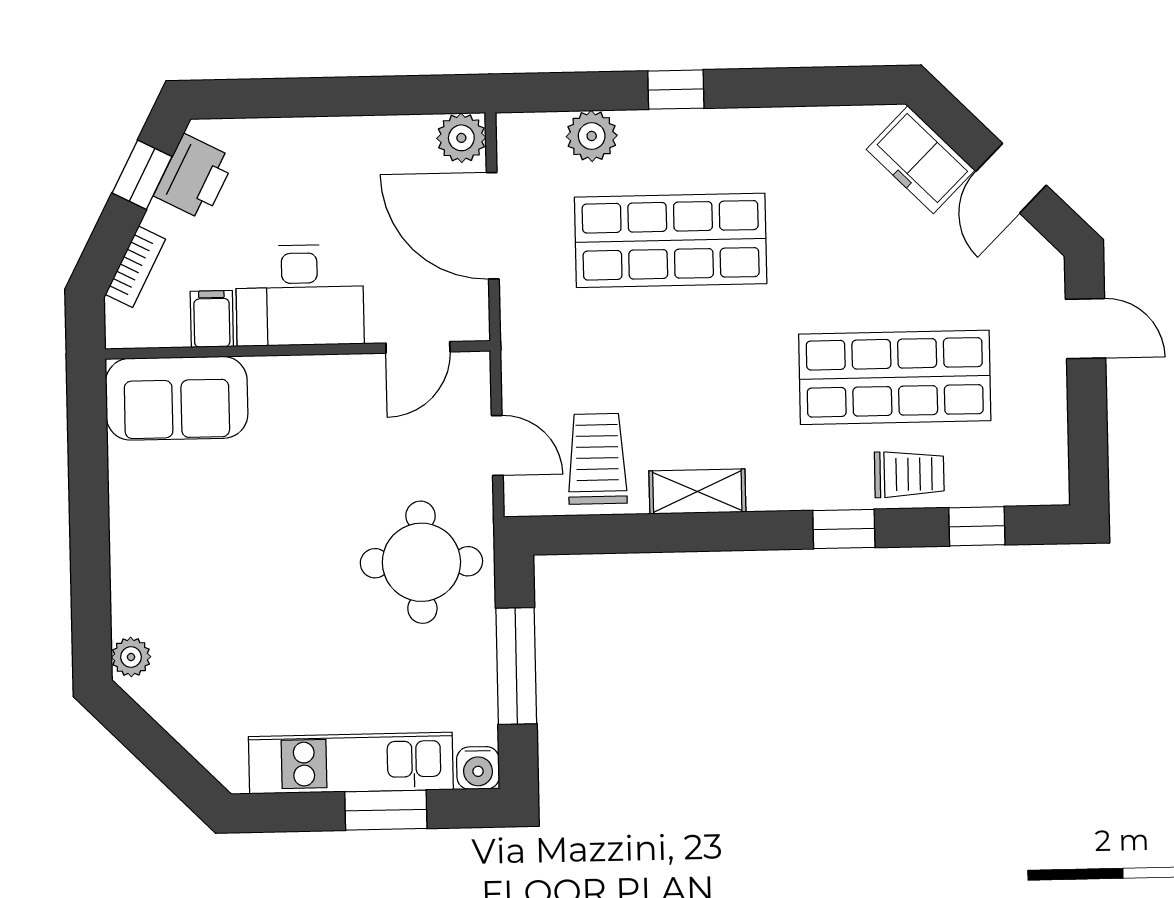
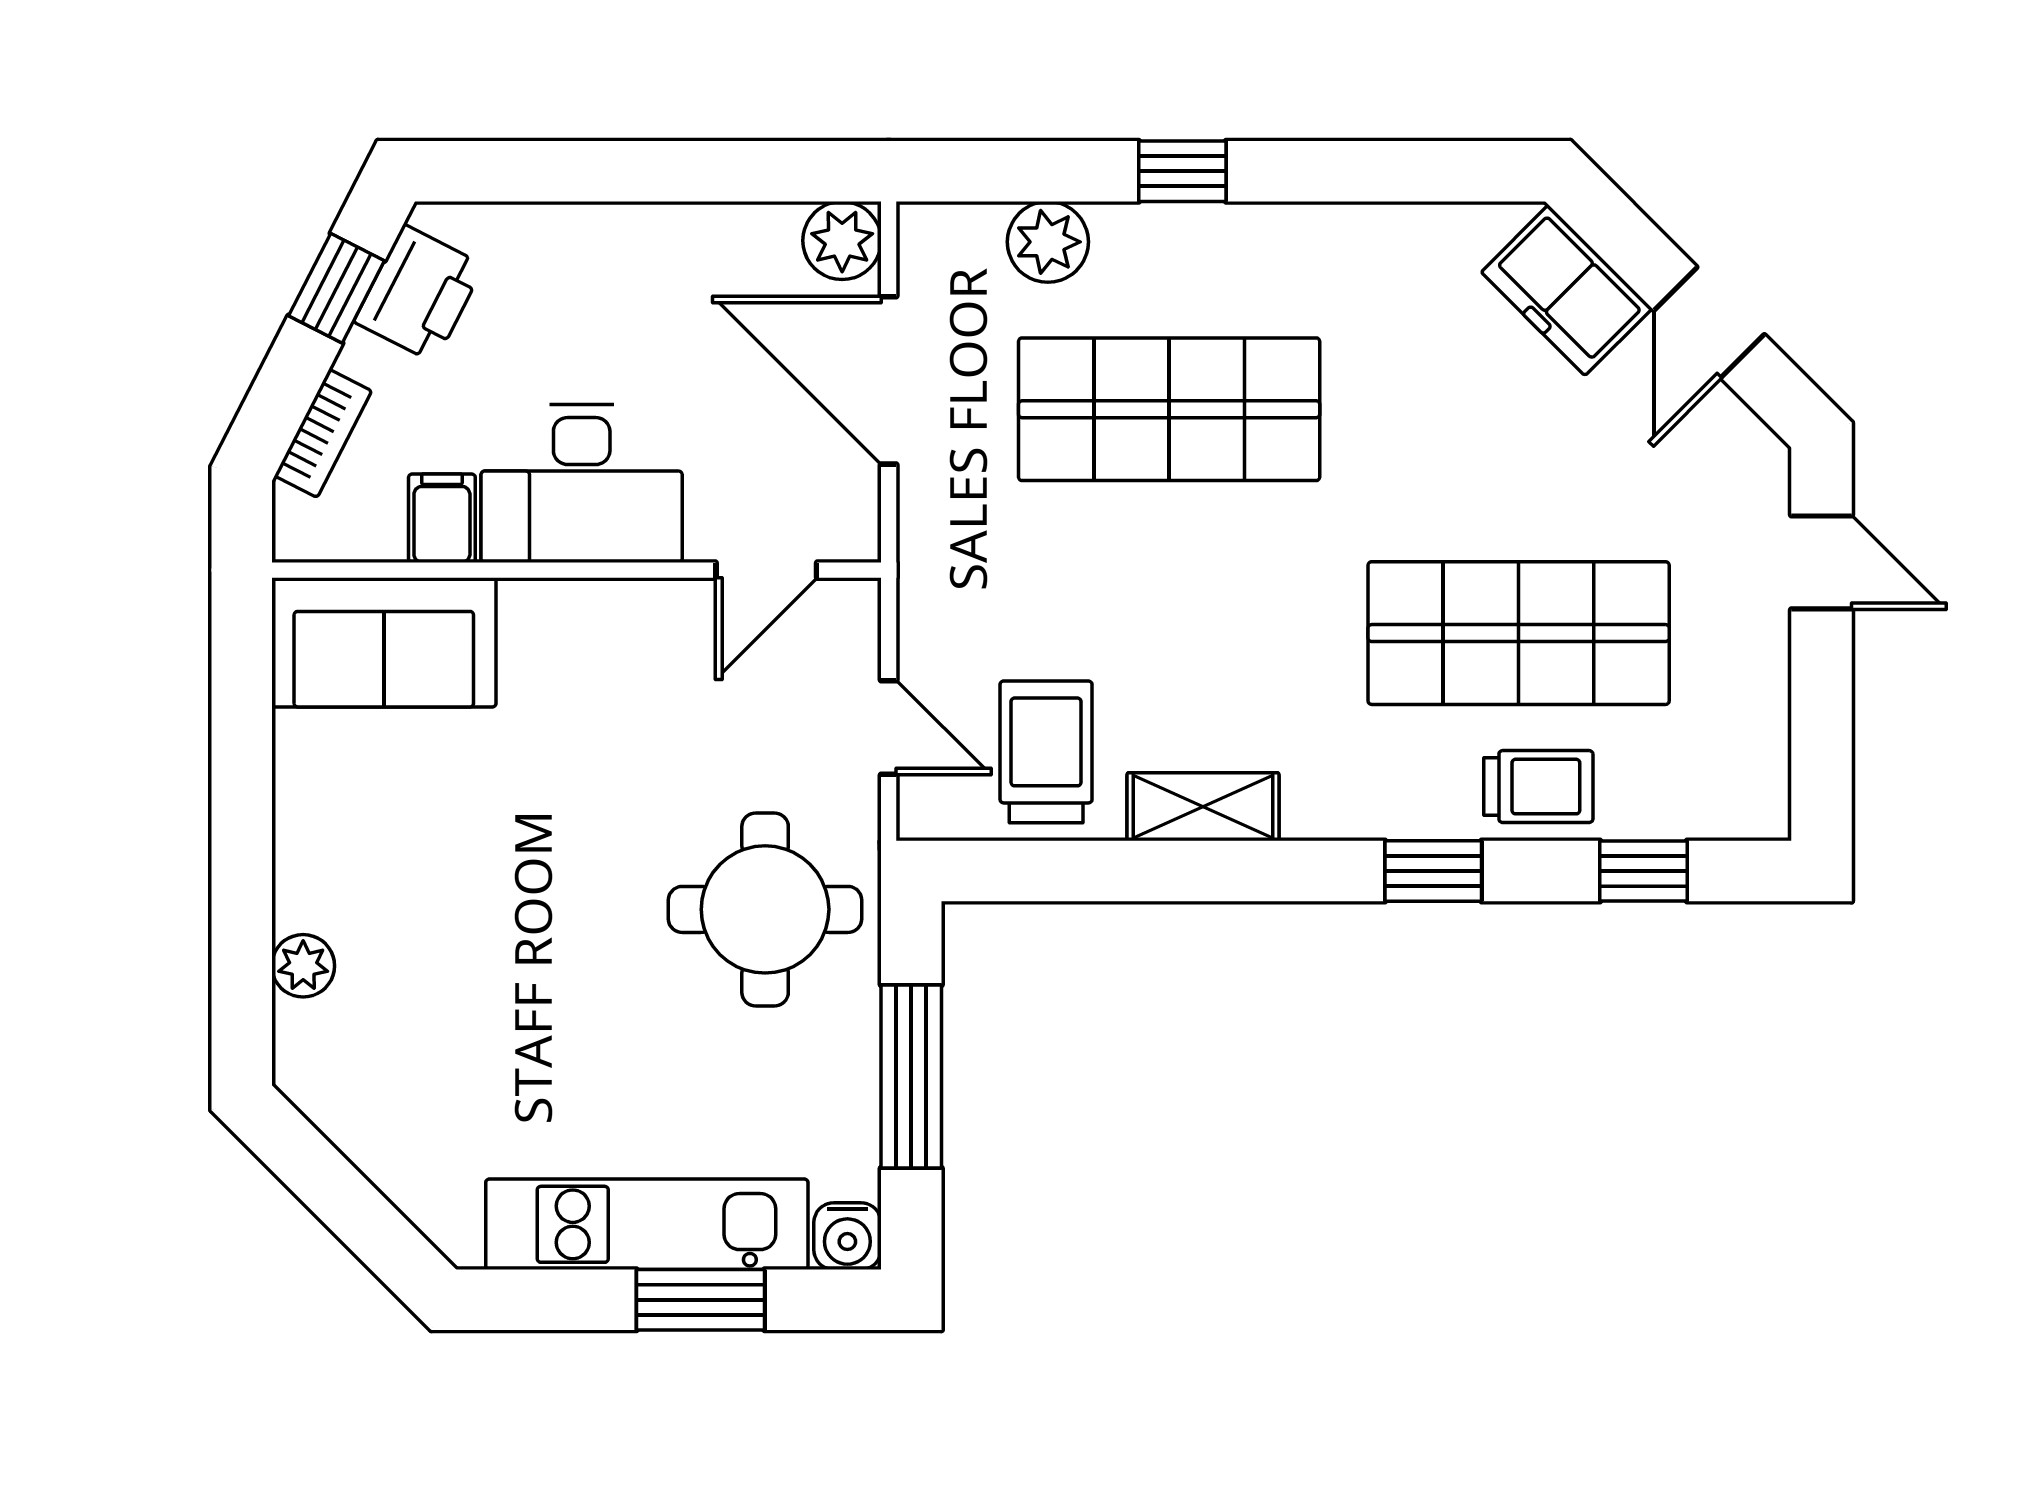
plant: (131, 657) -> (303, 966), moved

